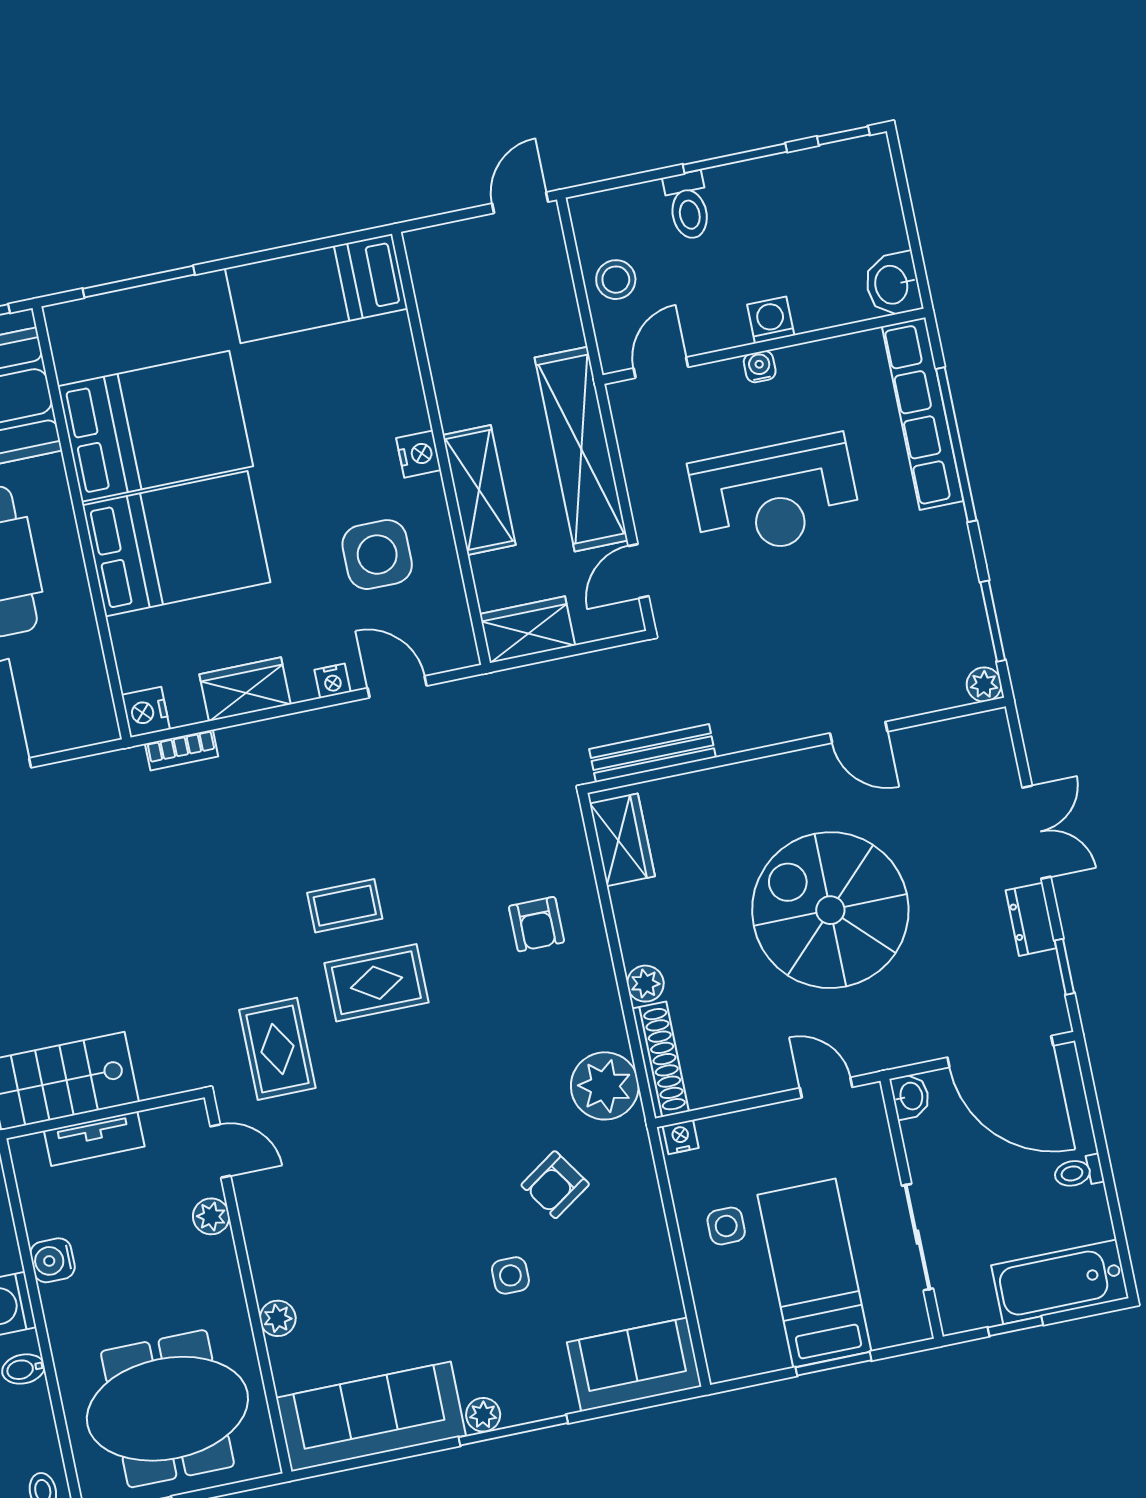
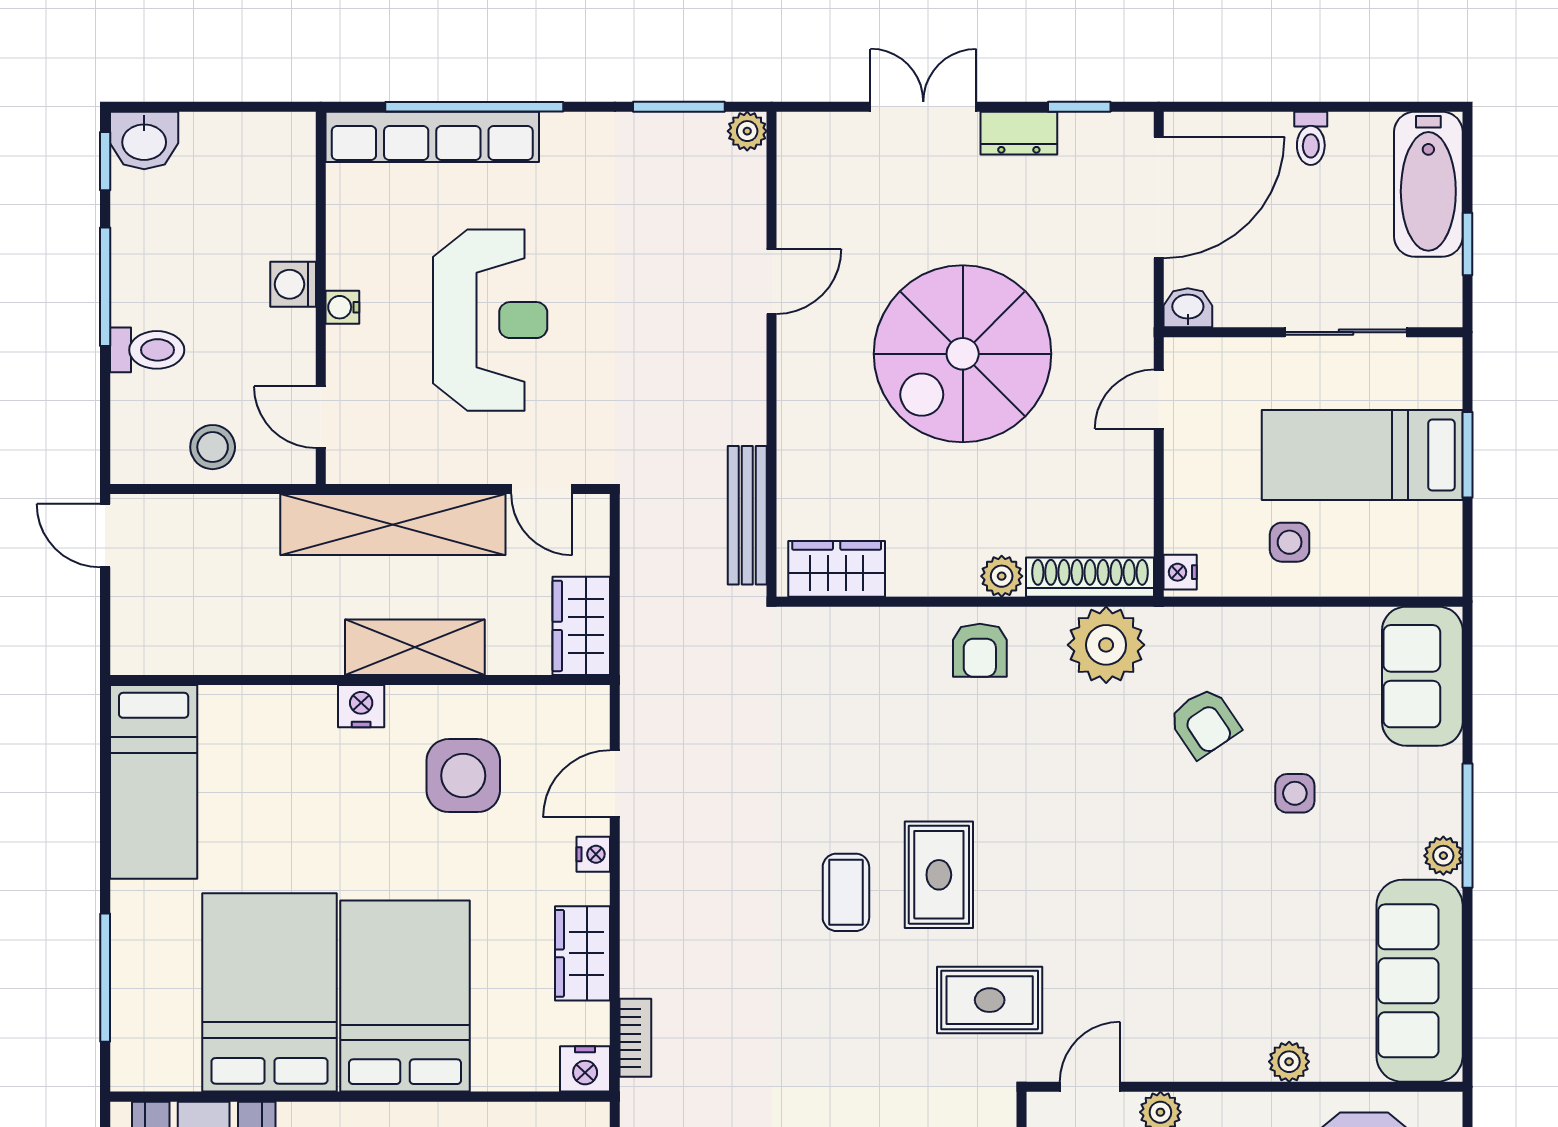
washbasin: (893, 284) -> (144, 140), moved
armchair: (537, 924) -> (980, 650), moved, turned 90

